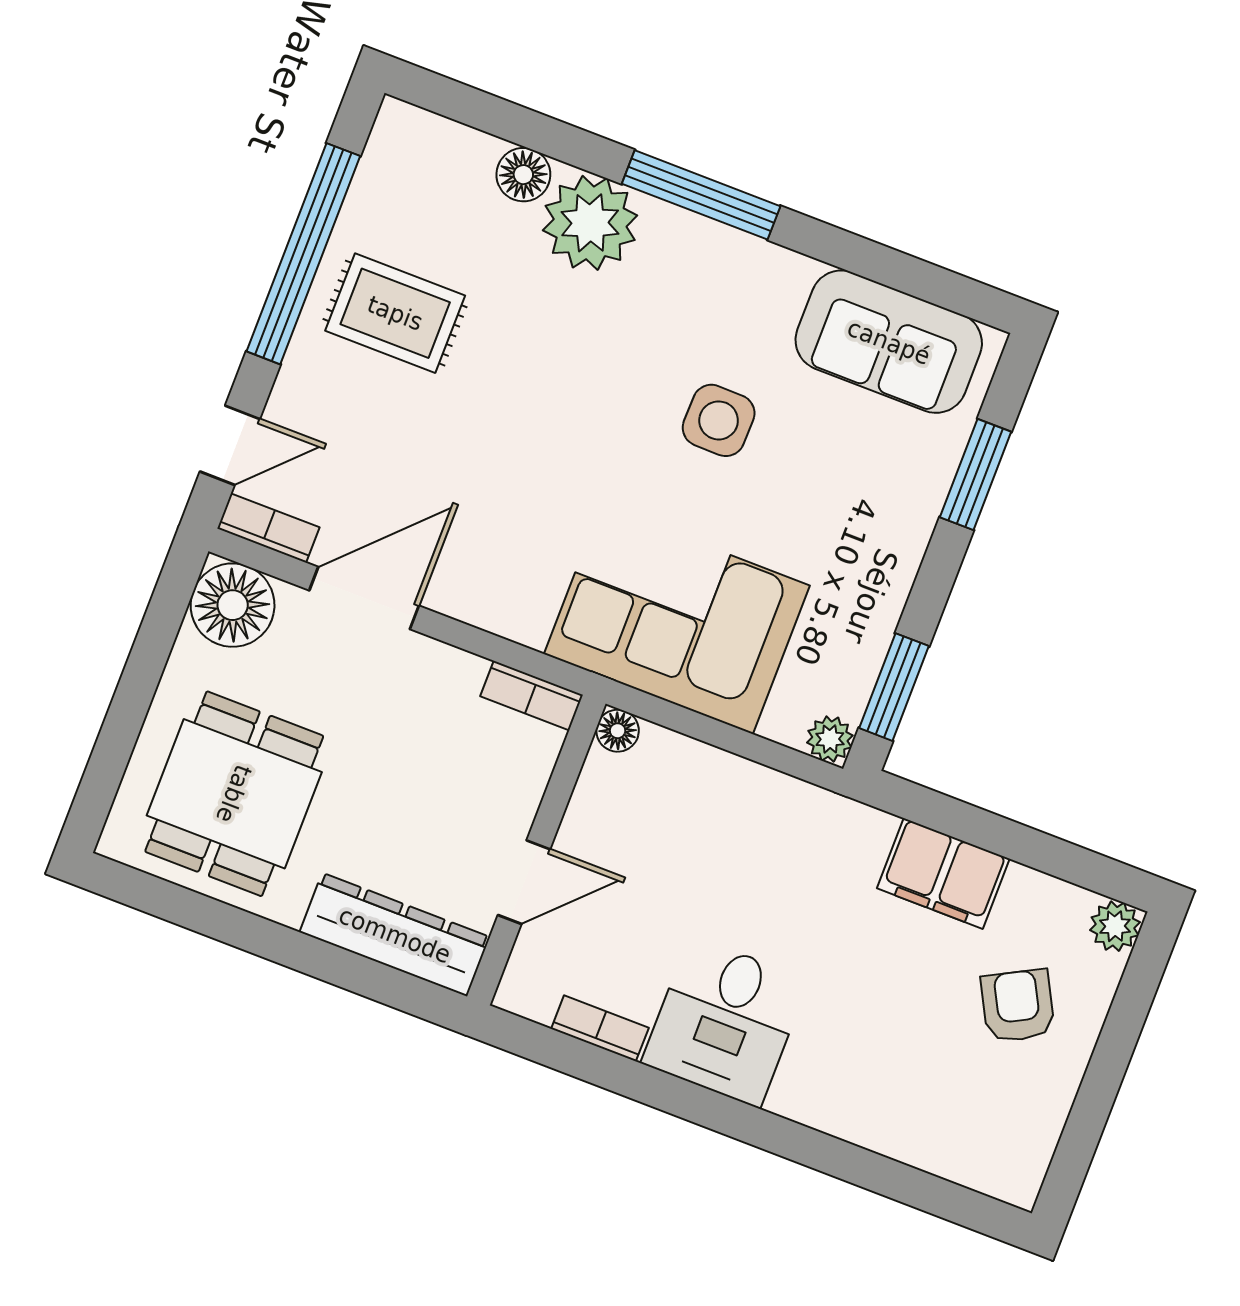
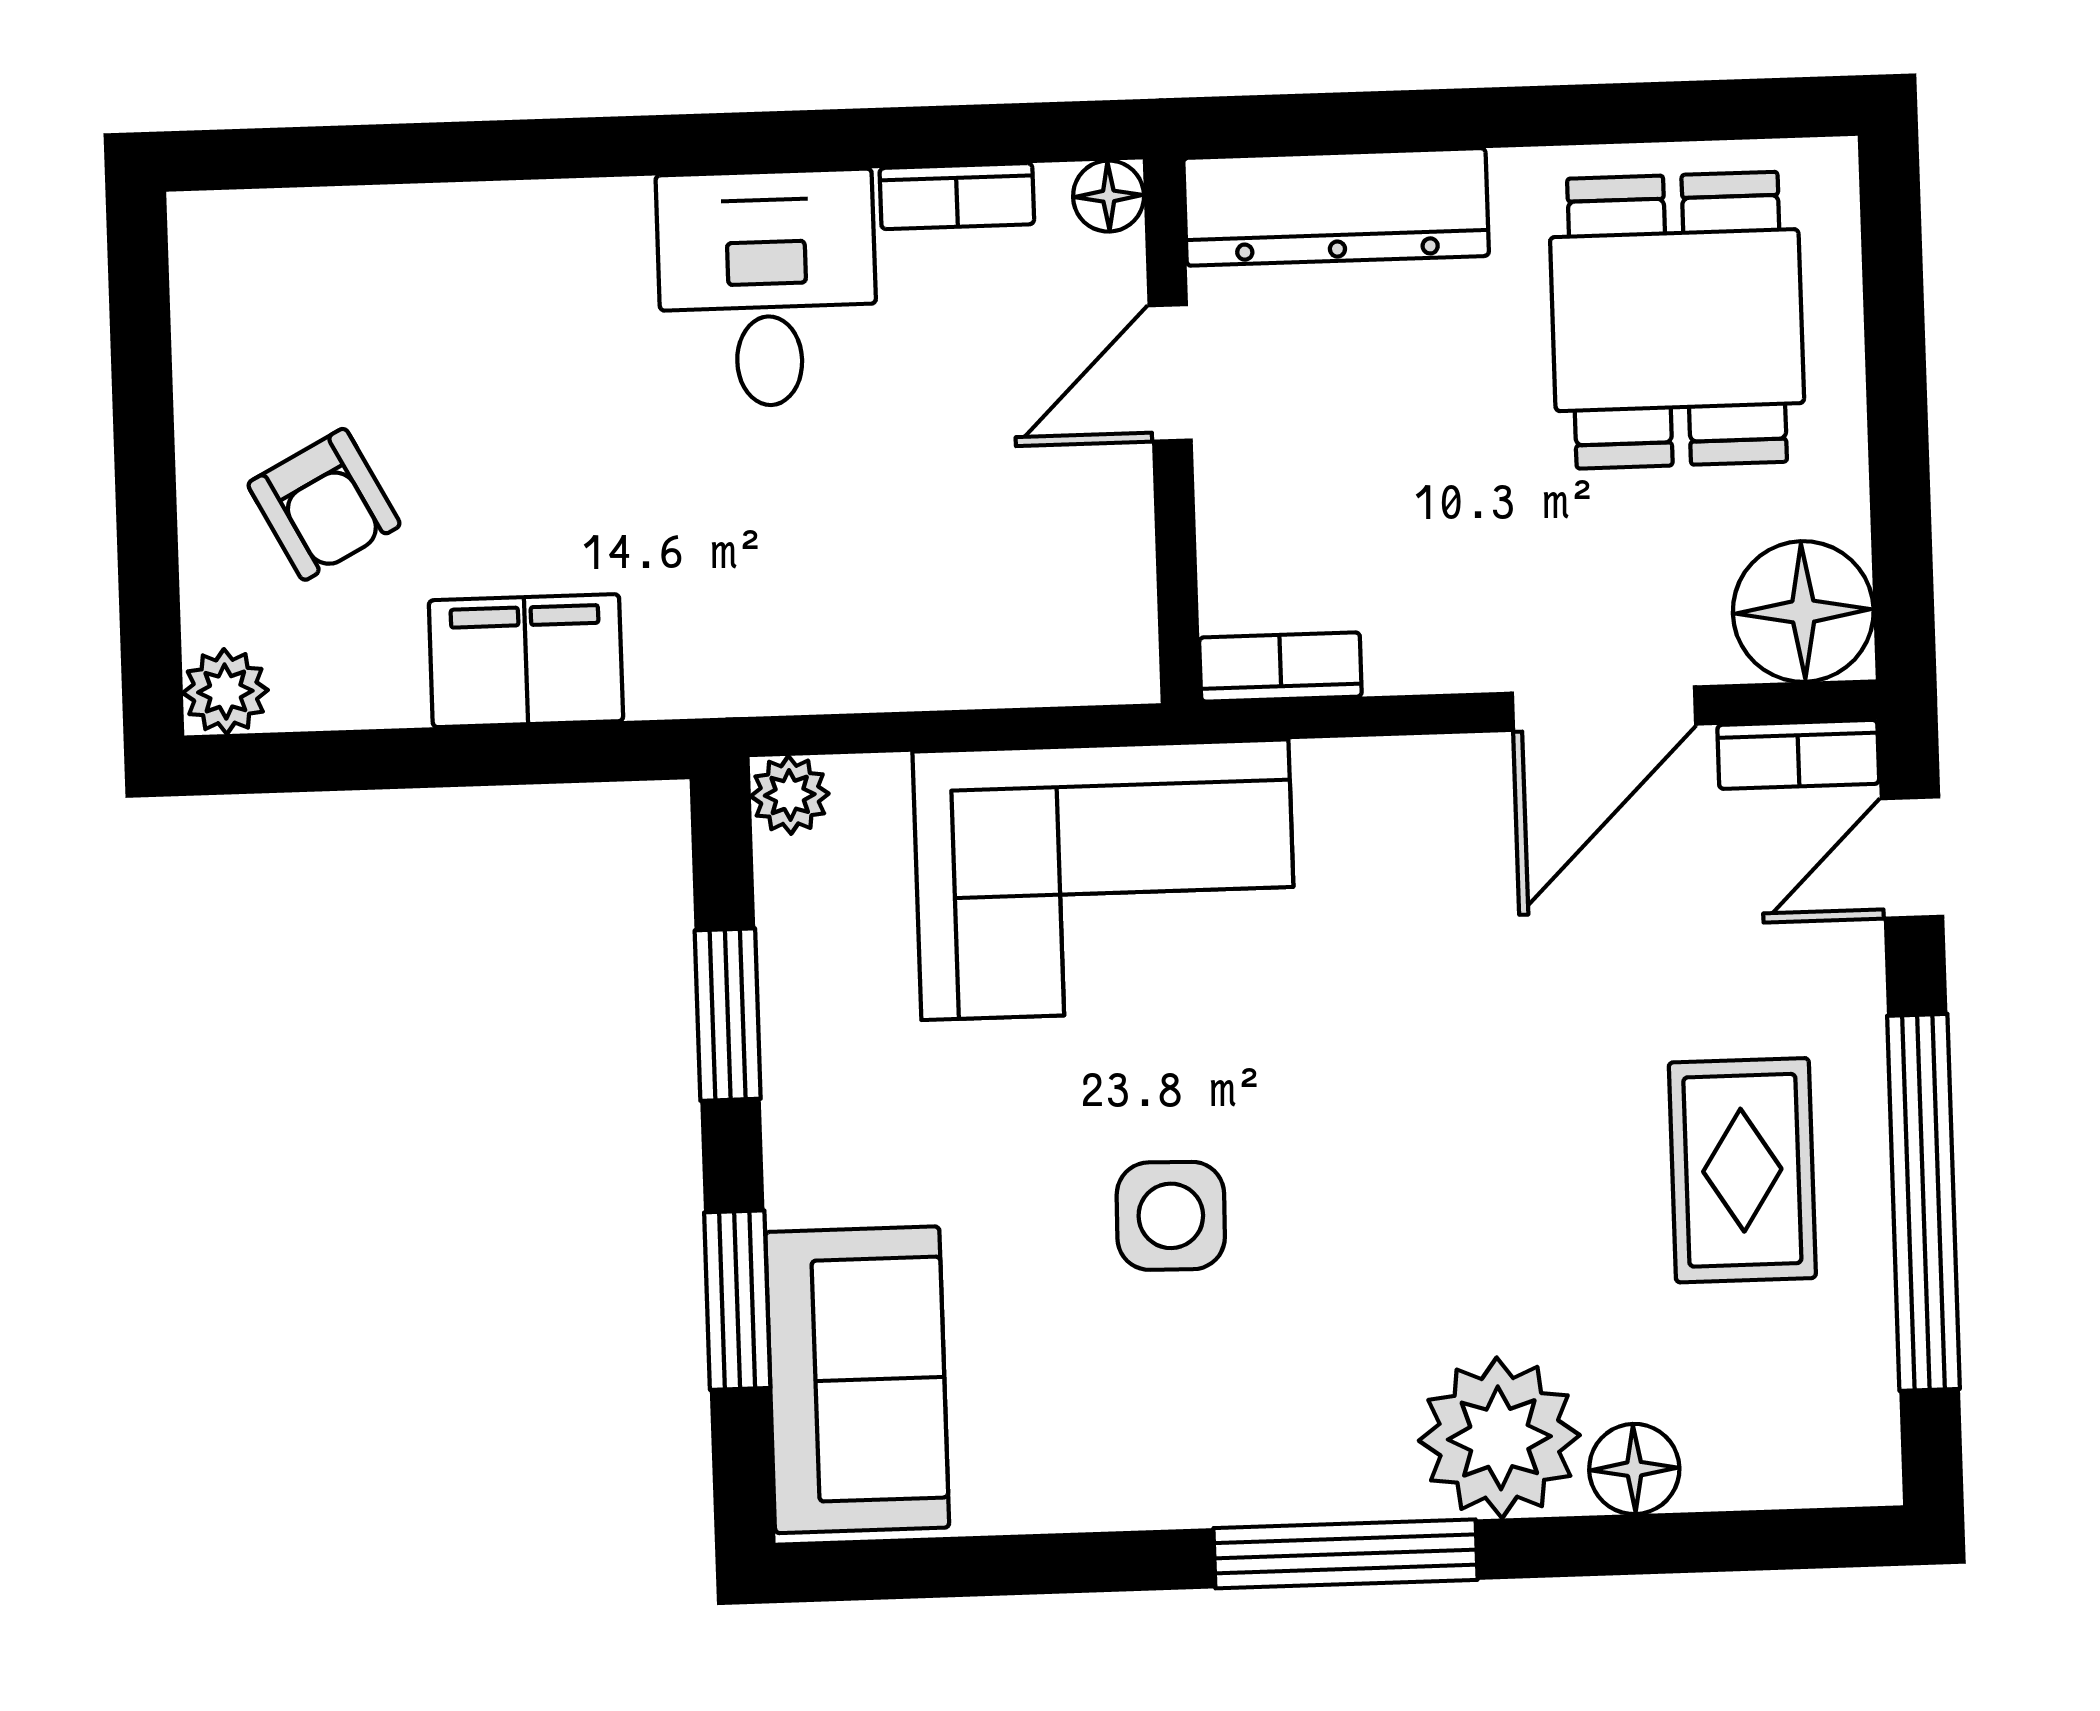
rug: (395, 313) -> (1742, 1170), turned 90
sofa: (889, 342) -> (857, 1380), moved, turned 90
window: (894, 687) -> (728, 1015), moved
floor lamp: (618, 731) -> (1109, 196), moved

